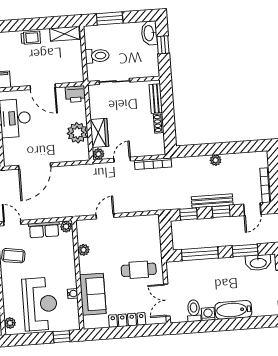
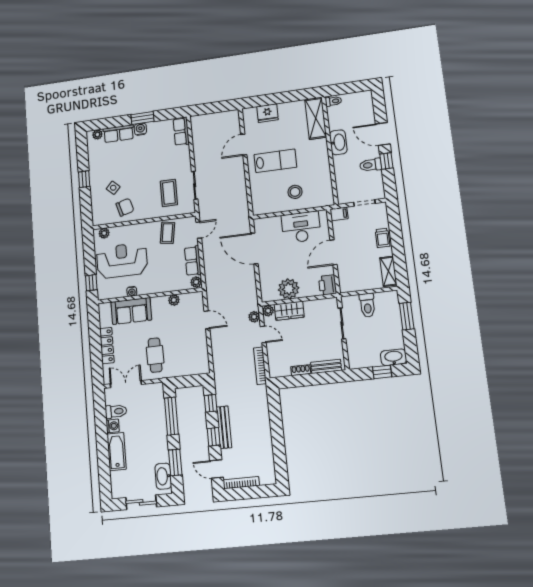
plant: (216, 160) -> (254, 317), moved
reception desk: (40, 304) -> (122, 261), turned 180

